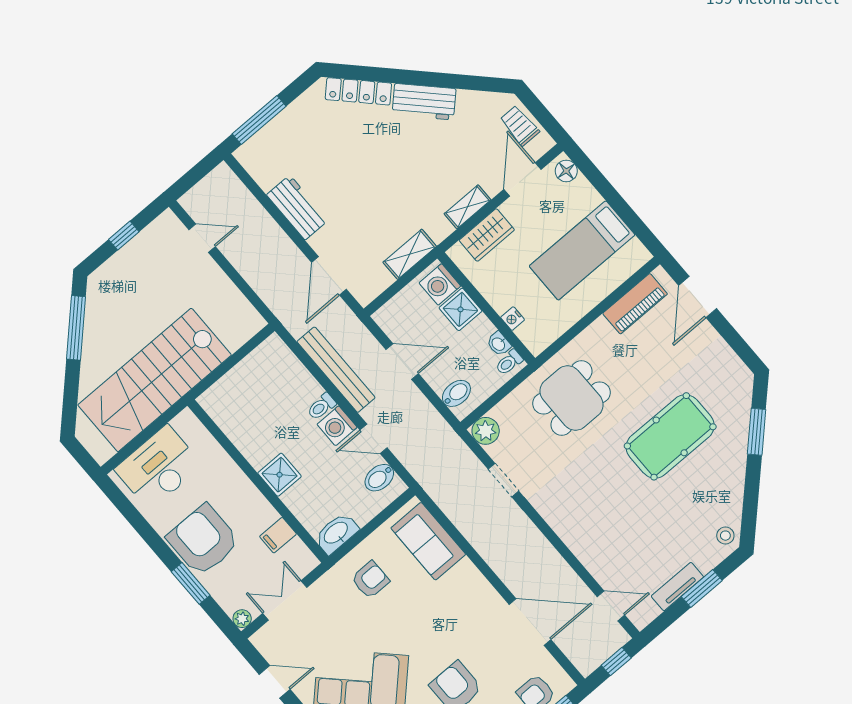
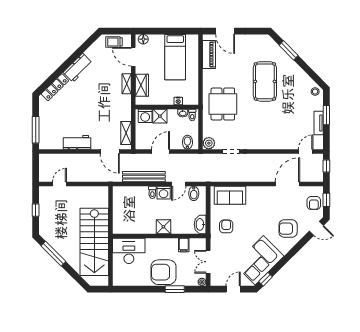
shelving: (410, 254) -> (126, 133), moved
desk: (158, 467) -> (129, 251), moved, turned 90

